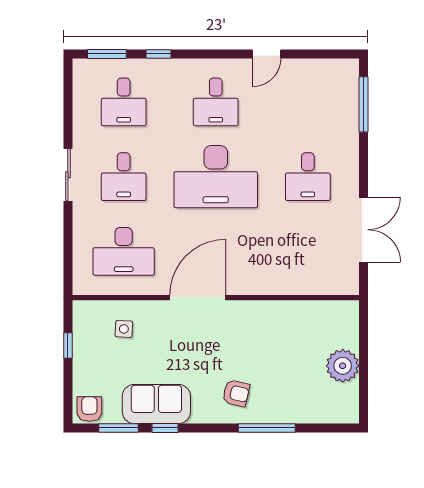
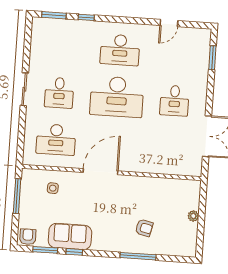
door: (267, 54) -> (169, 23), moved
desk: (124, 102) -> (62, 46), removed
desk: (216, 102) -> (120, 50), width x1.37
window: (364, 104) -> (212, 58), width x0.69
window: (68, 345) -> (17, 196), width x2.17
plant: (343, 366) -> (193, 216), width x0.53, depth x0.53
armchair: (236, 393) -> (144, 228), moved

